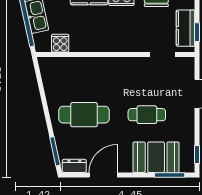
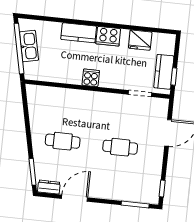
cooker: (60, 43) -> (91, 78), moved
cafe table: (84, 115) -> (63, 141), width x0.73, depth x0.74
booth: (156, 157) -> (124, 187), removed

